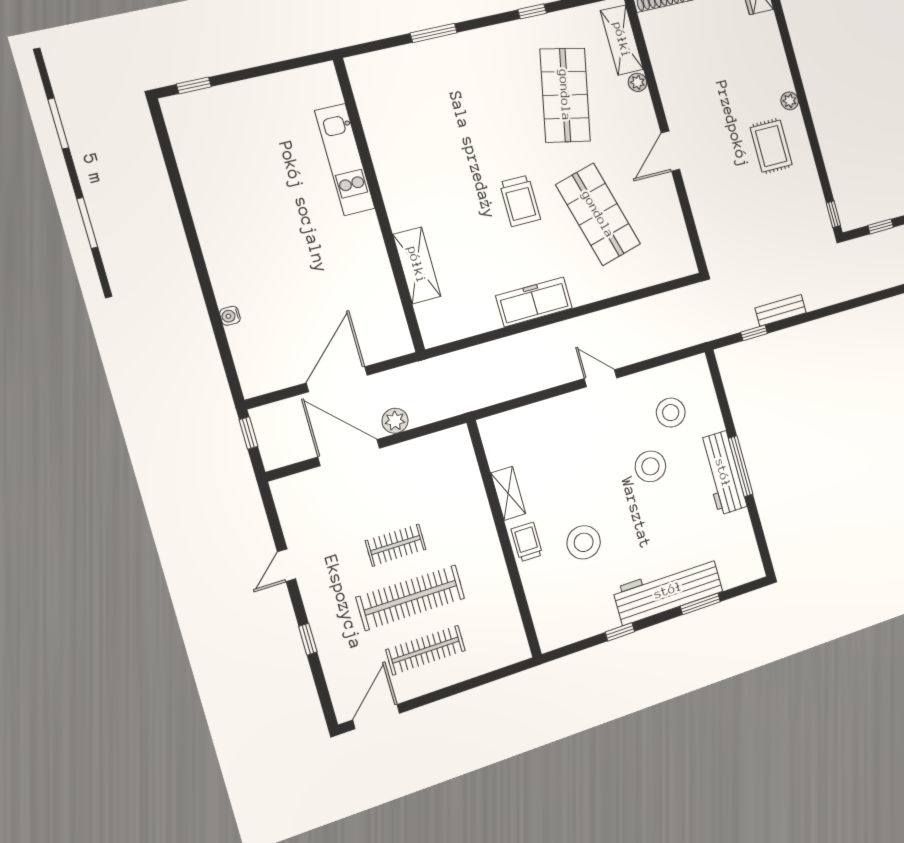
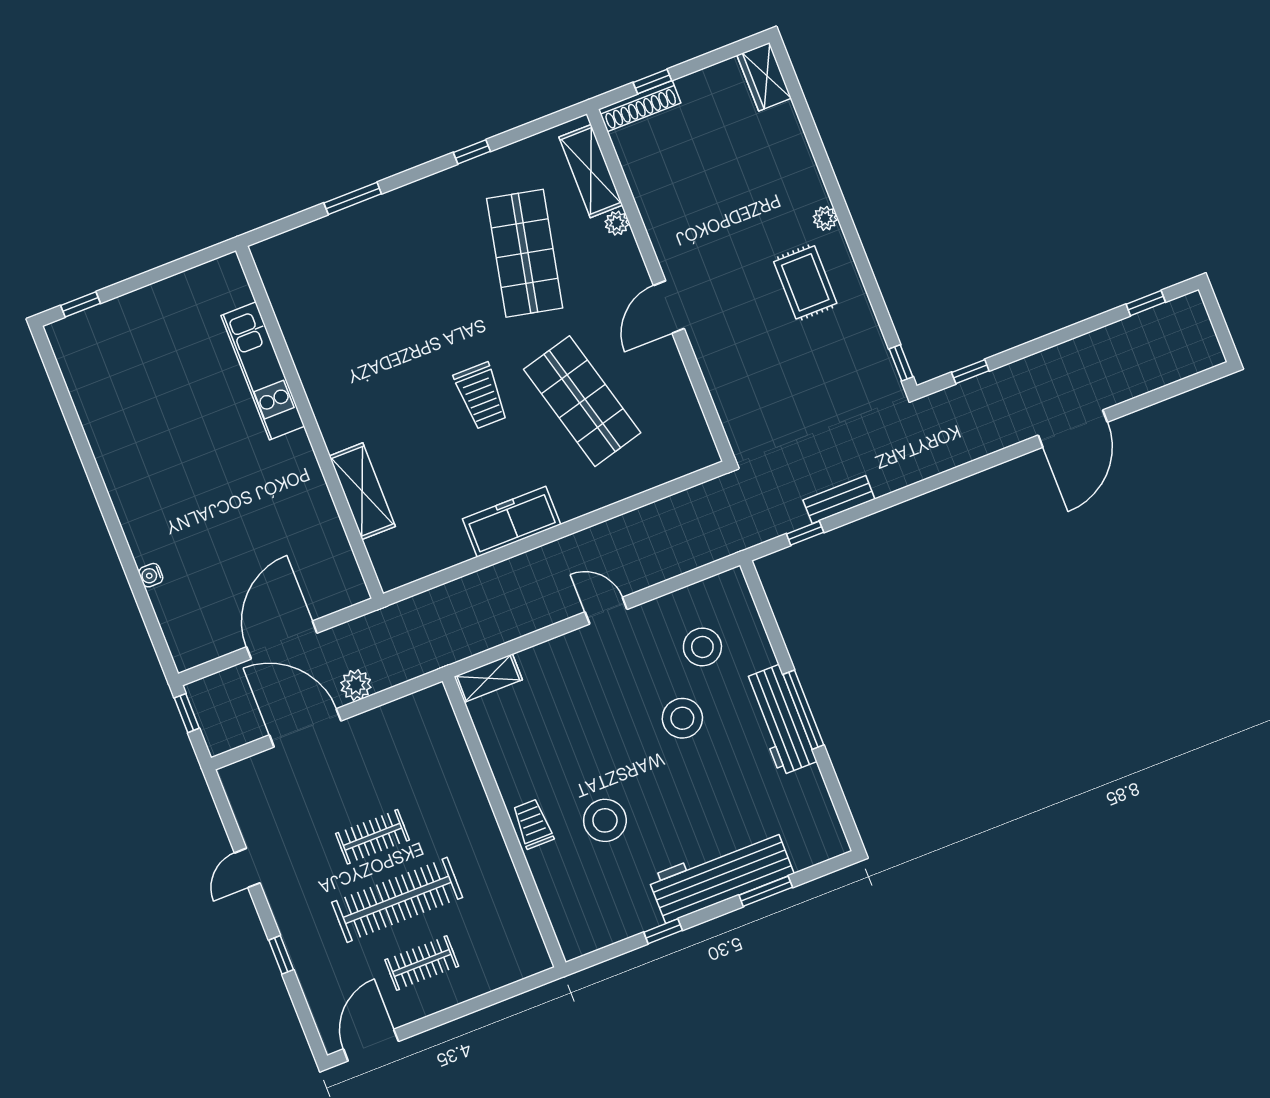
shelving: (508, 493) -> (488, 678), moved, turned 90
clothes rail: (426, 650) -> (422, 963), width x0.73

